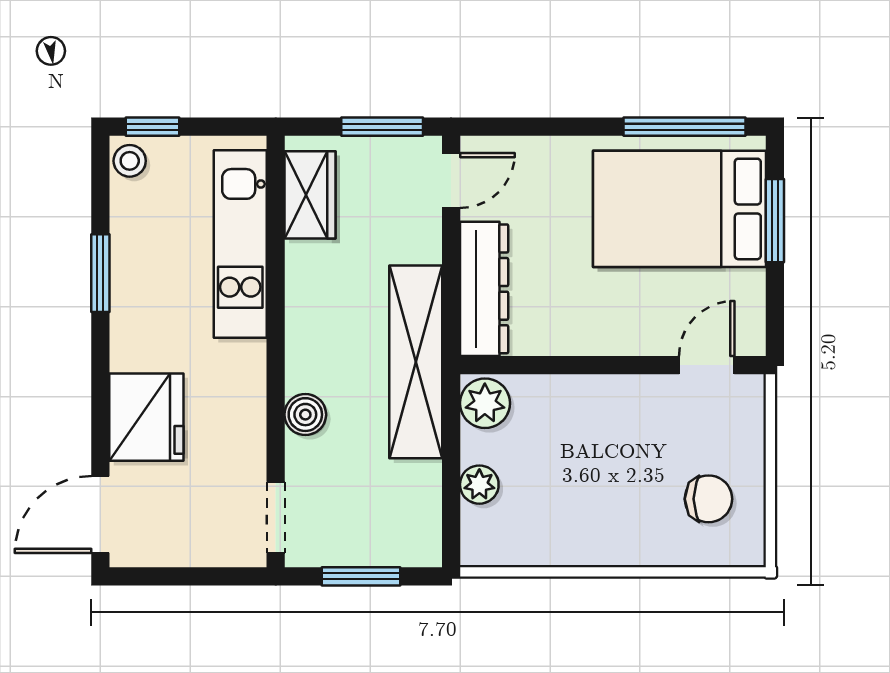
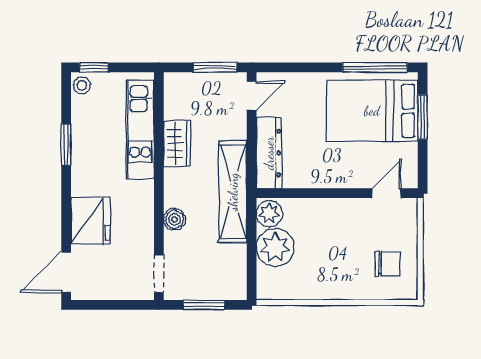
wardrobe: (310, 195) -> (177, 143), moved
plant: (479, 485) -> (275, 247), width x1.87, depth x1.87

